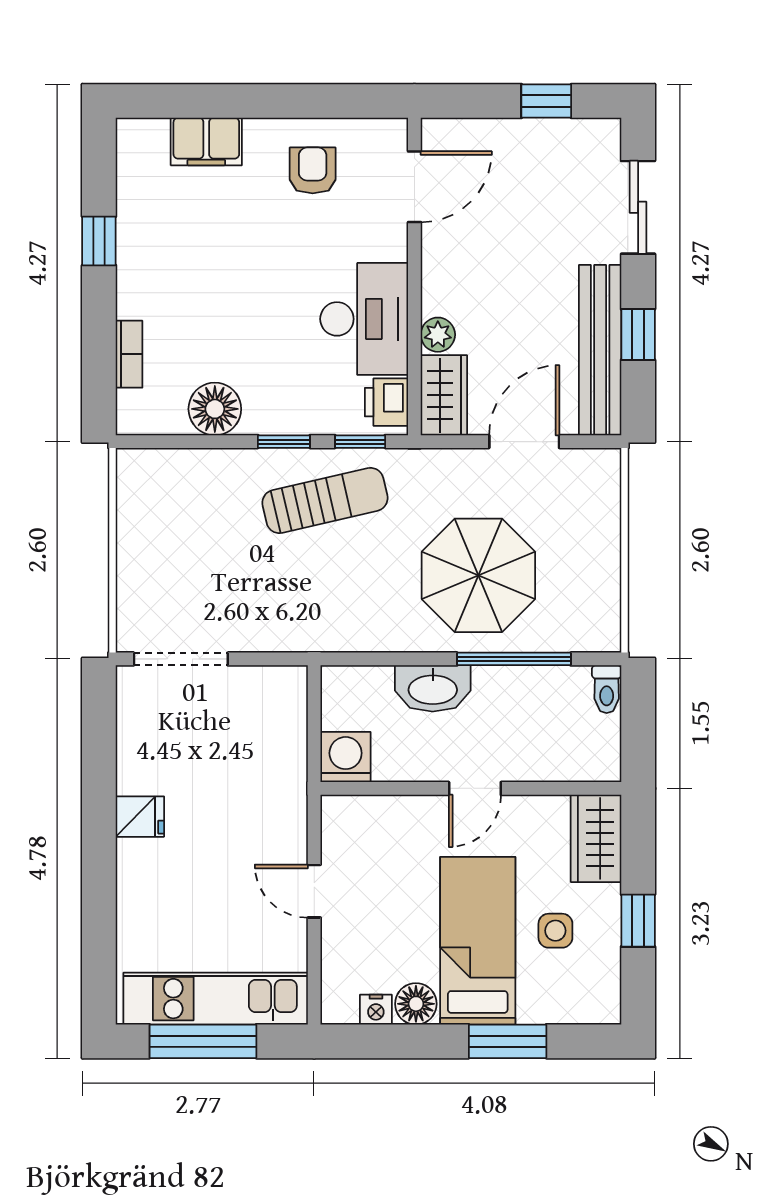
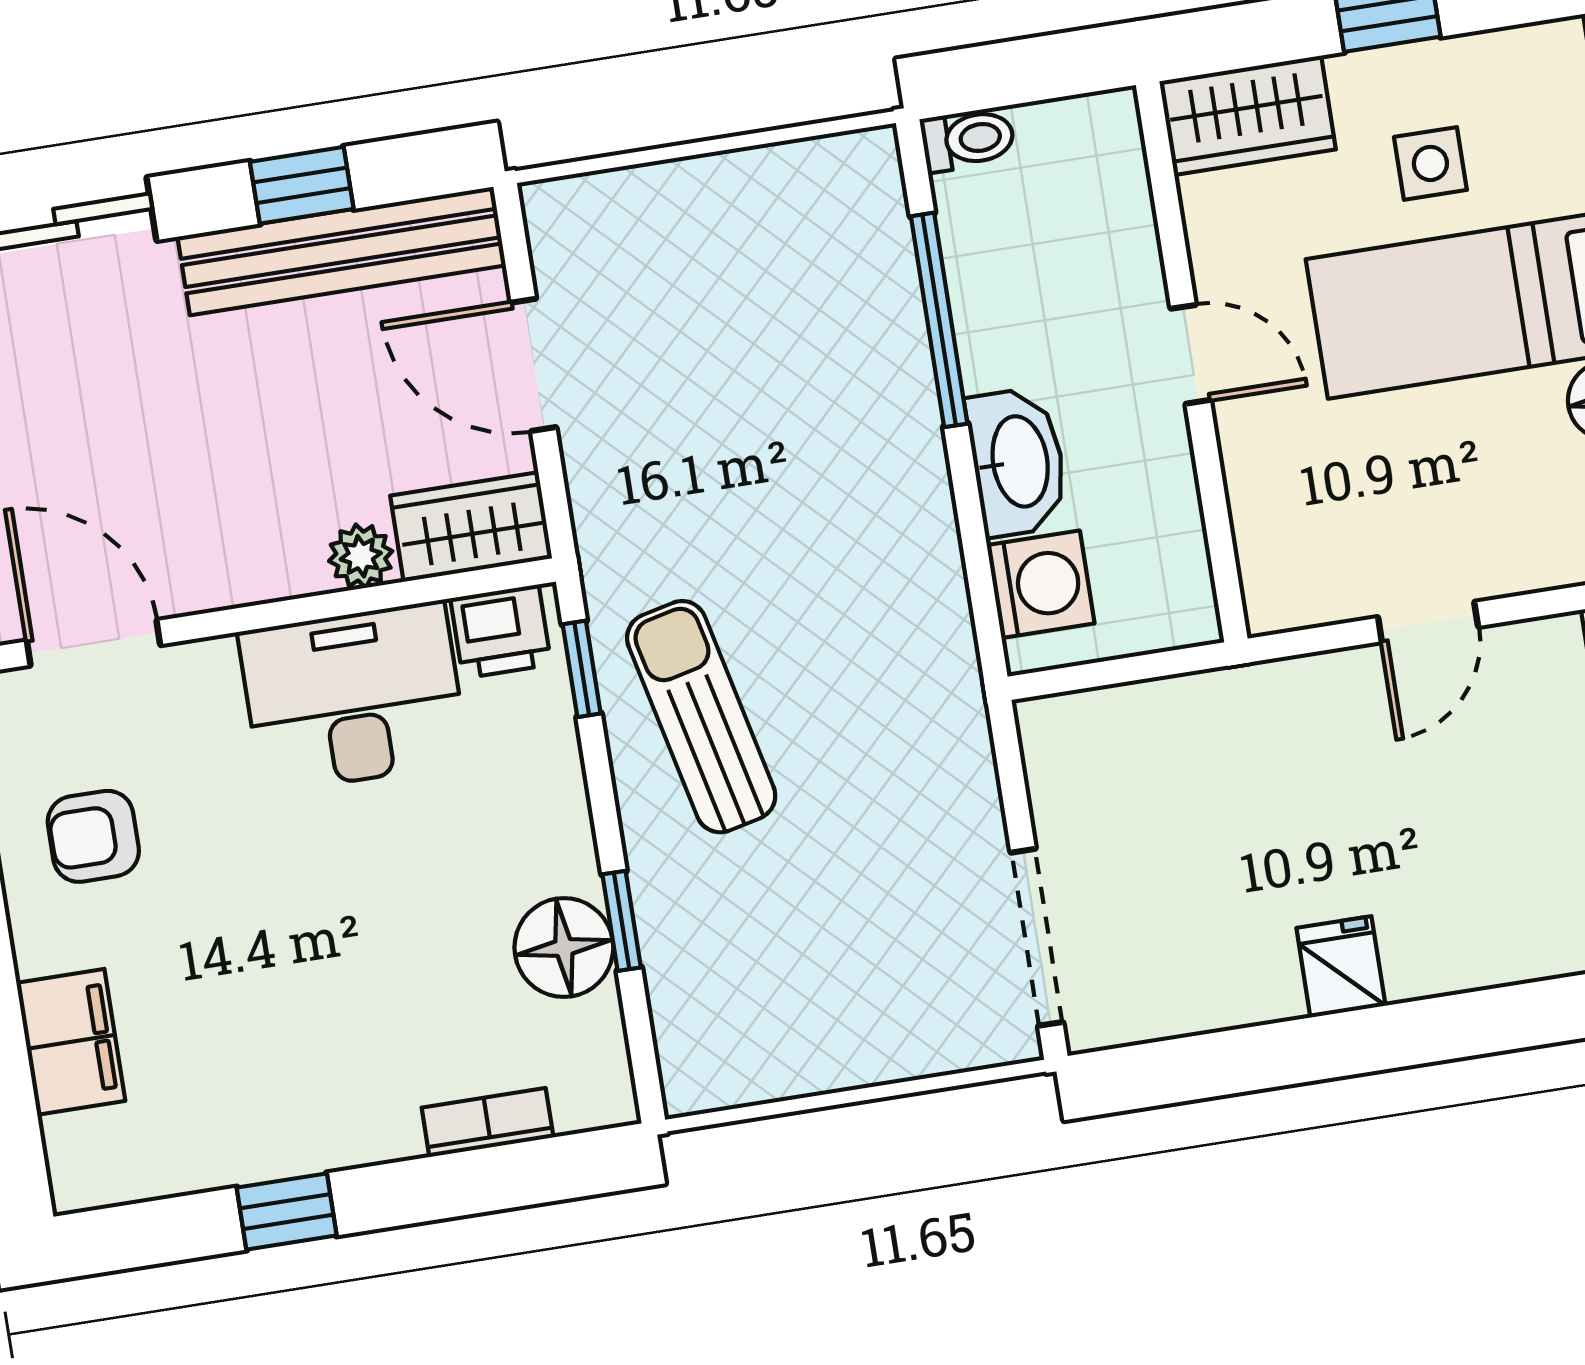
window: (284, 442) -> (622, 921), moved
parasol: (478, 575) -> (795, 411), removed
washing machine: (346, 757) -> (1041, 584), moved, turned 180

